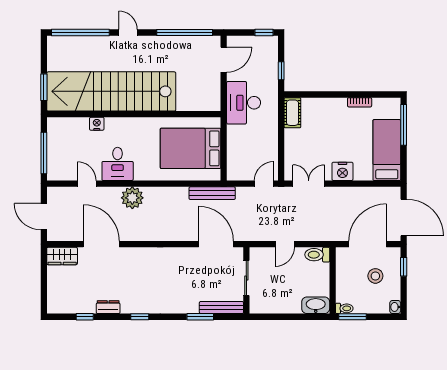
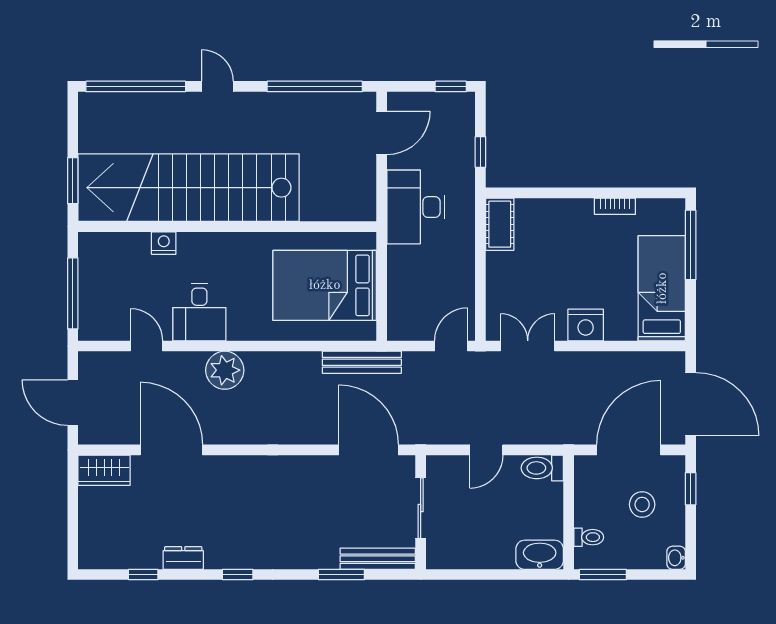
toilet: (344, 308) -> (589, 537), moved

